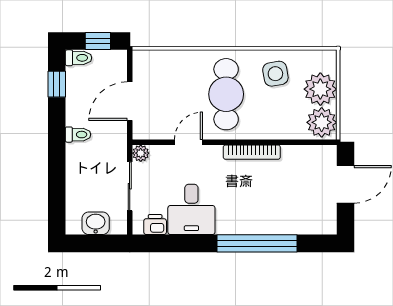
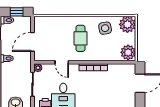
plant: (320, 89) -> (127, 24), moved
cafe table: (226, 94) -> (81, 38), width x0.73, depth x0.74
door: (188, 142) -> (62, 62), swing flipped

